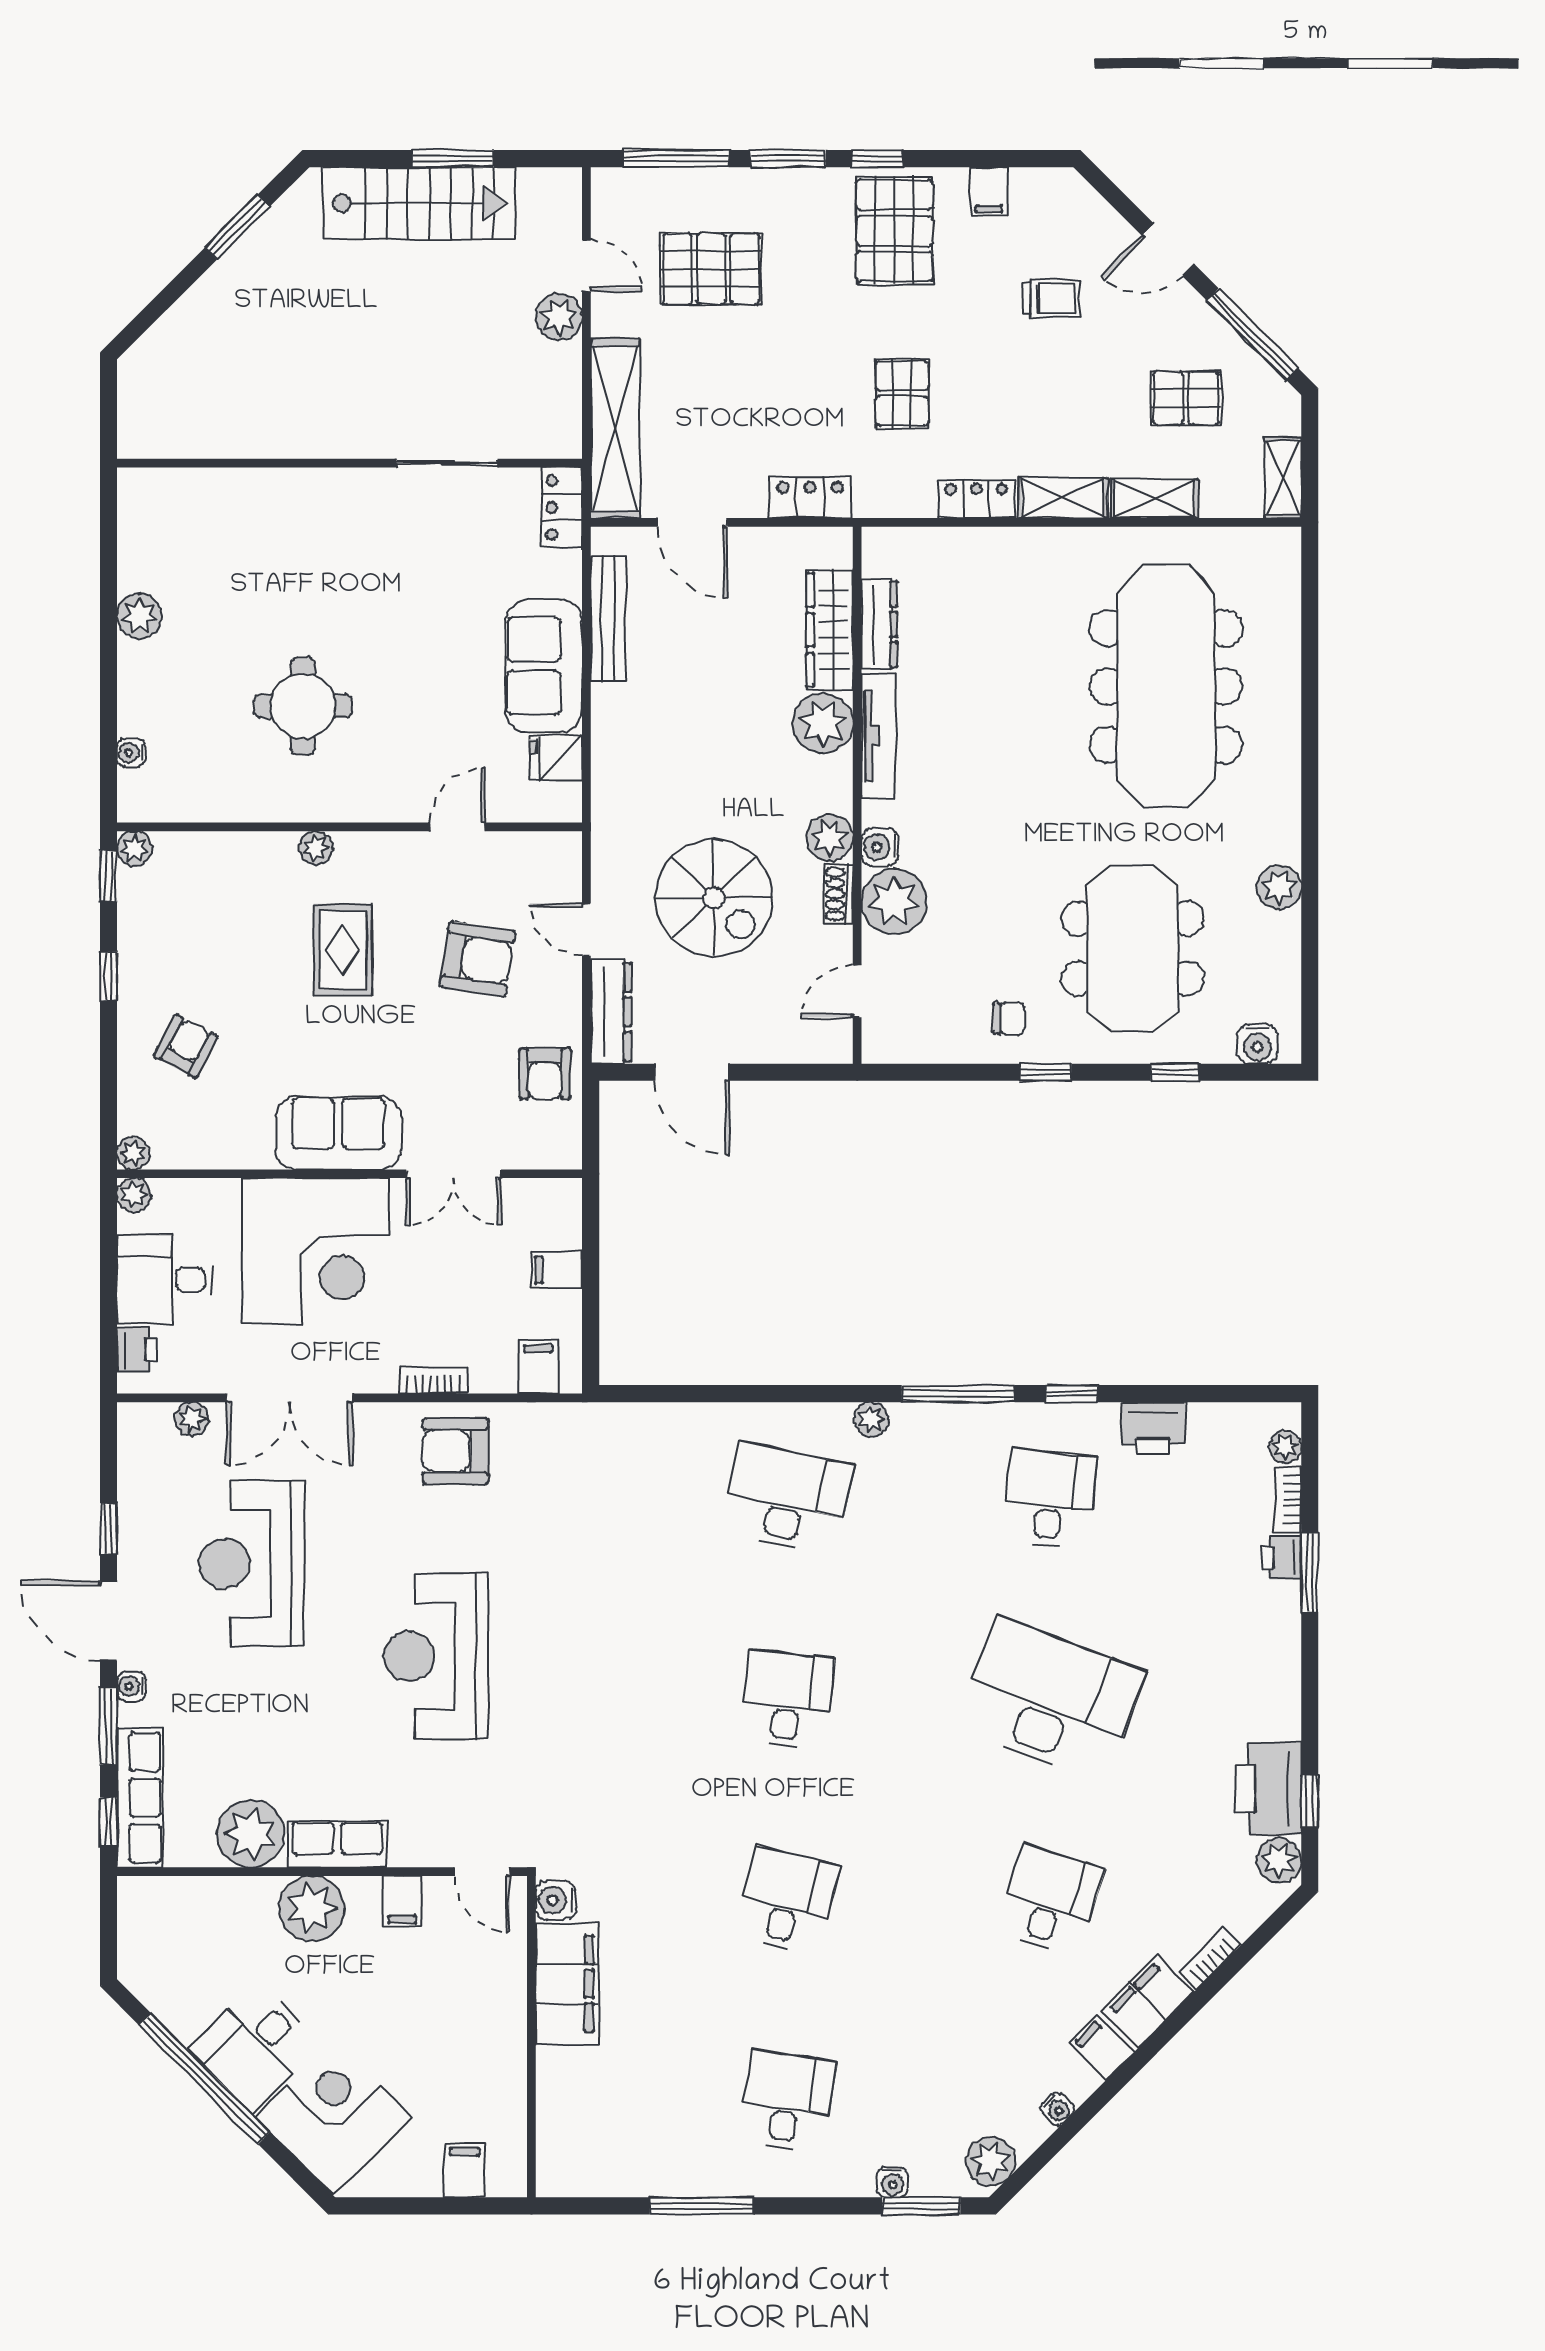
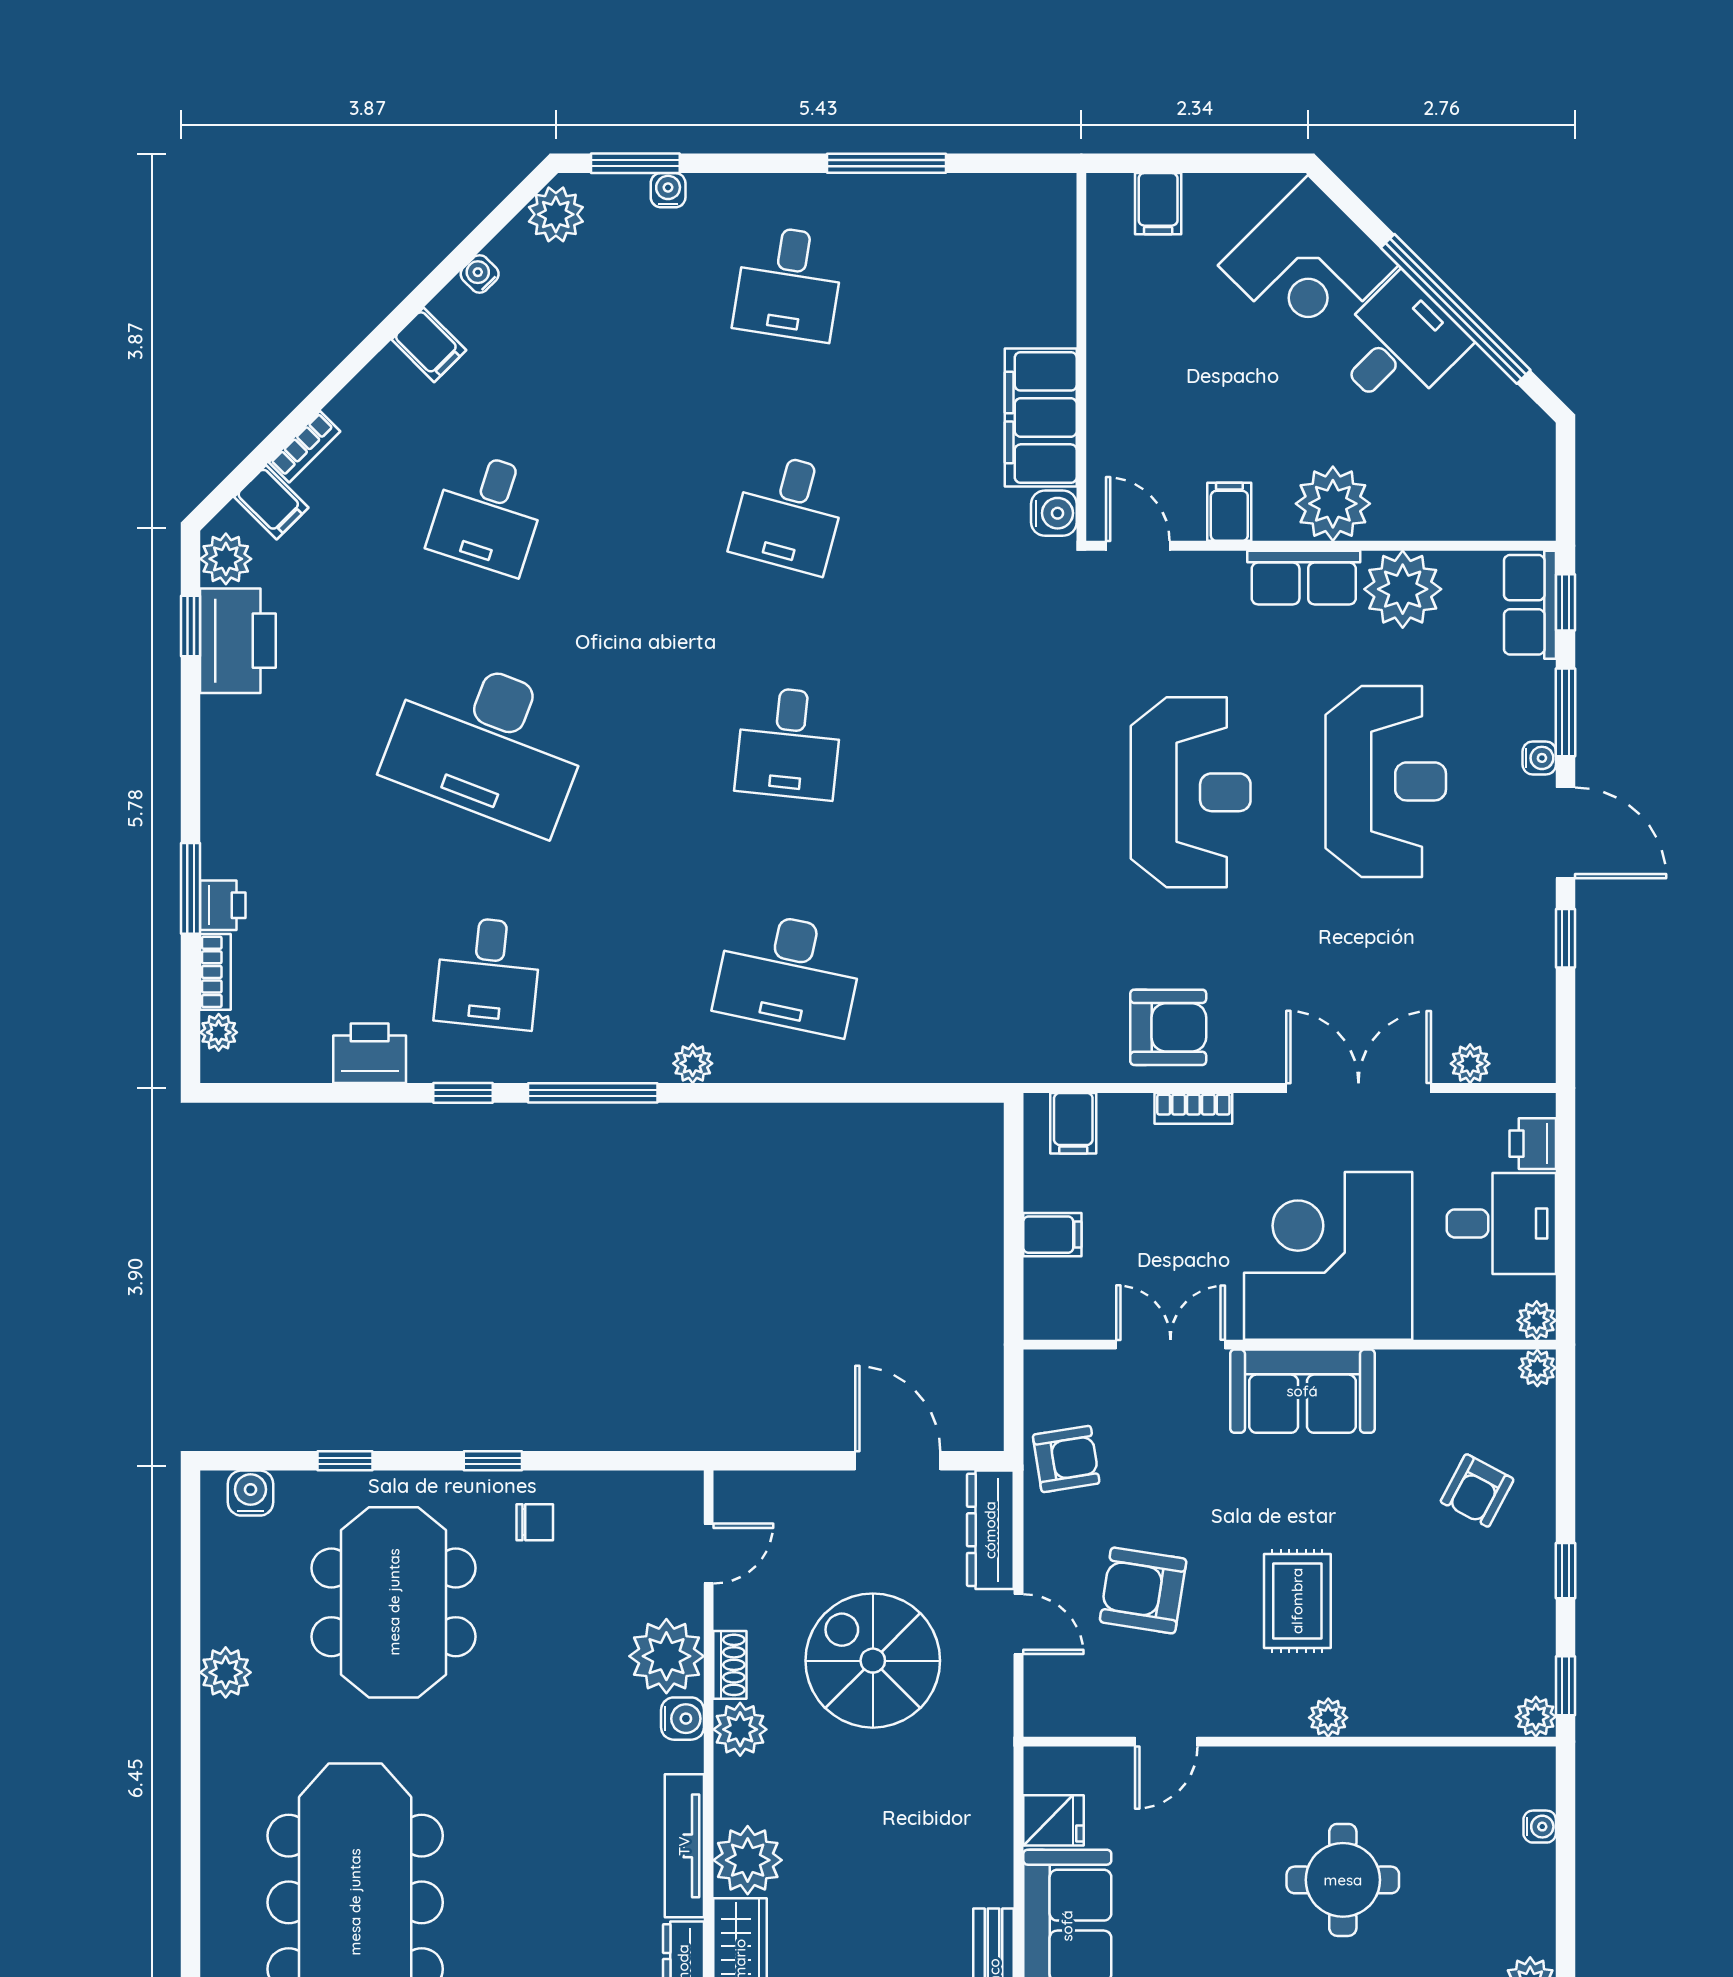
chair: (1009, 1018) -> (535, 1522), turned 180
armchair: (545, 1074) -> (1066, 1459), turned 81
reception desk: (252, 1564) -> (1386, 781), moved
row of seats: (140, 1797) -> (1530, 605), width x0.68
filing cabinet: (1148, 2001) -> (271, 502), moved, width x0.50

